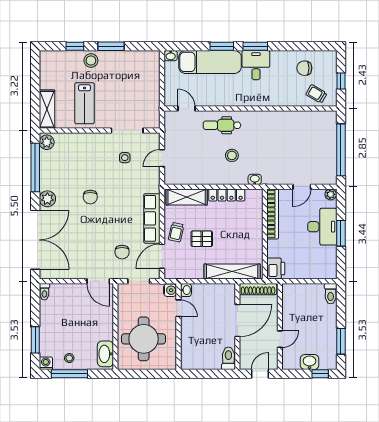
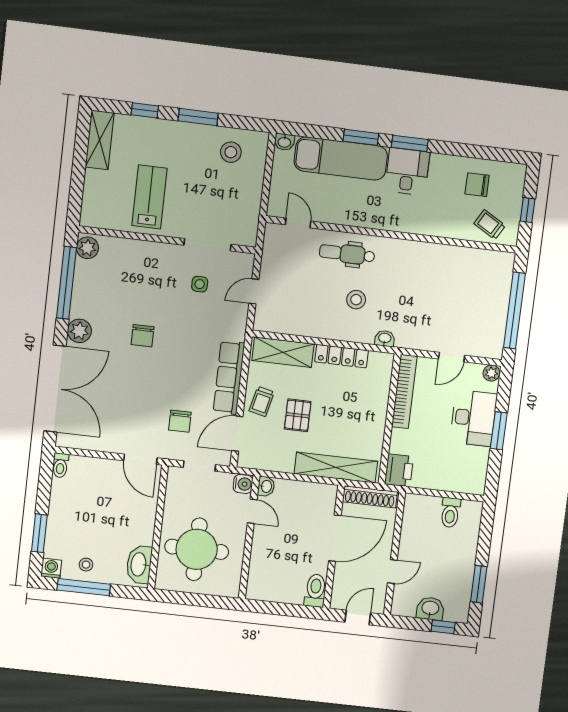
stool: (91, 61) -> (231, 152), moved
lab bench: (84, 103) -> (150, 197), turned 180
shelving: (47, 109) -> (100, 140), moved
pallet: (202, 239) -> (298, 415), turned 90
toilet: (331, 294) -> (450, 513), moved

